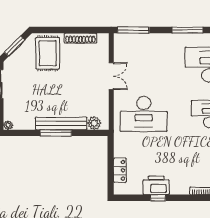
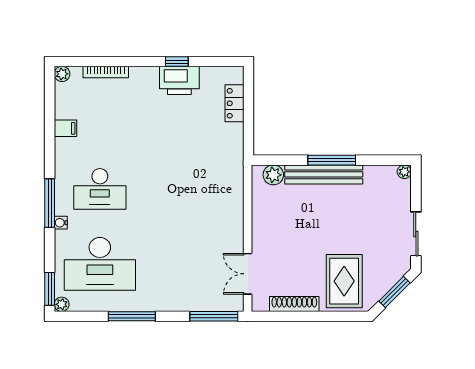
double door: (111, 76) -> (248, 274), moved
desk: (144, 114) -> (198, 189), removed

